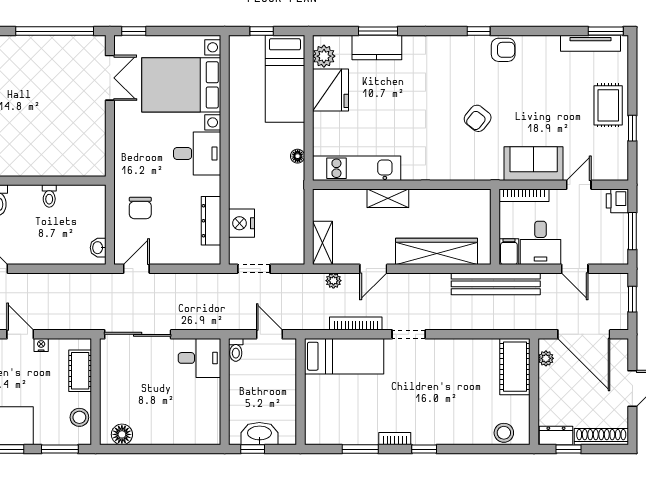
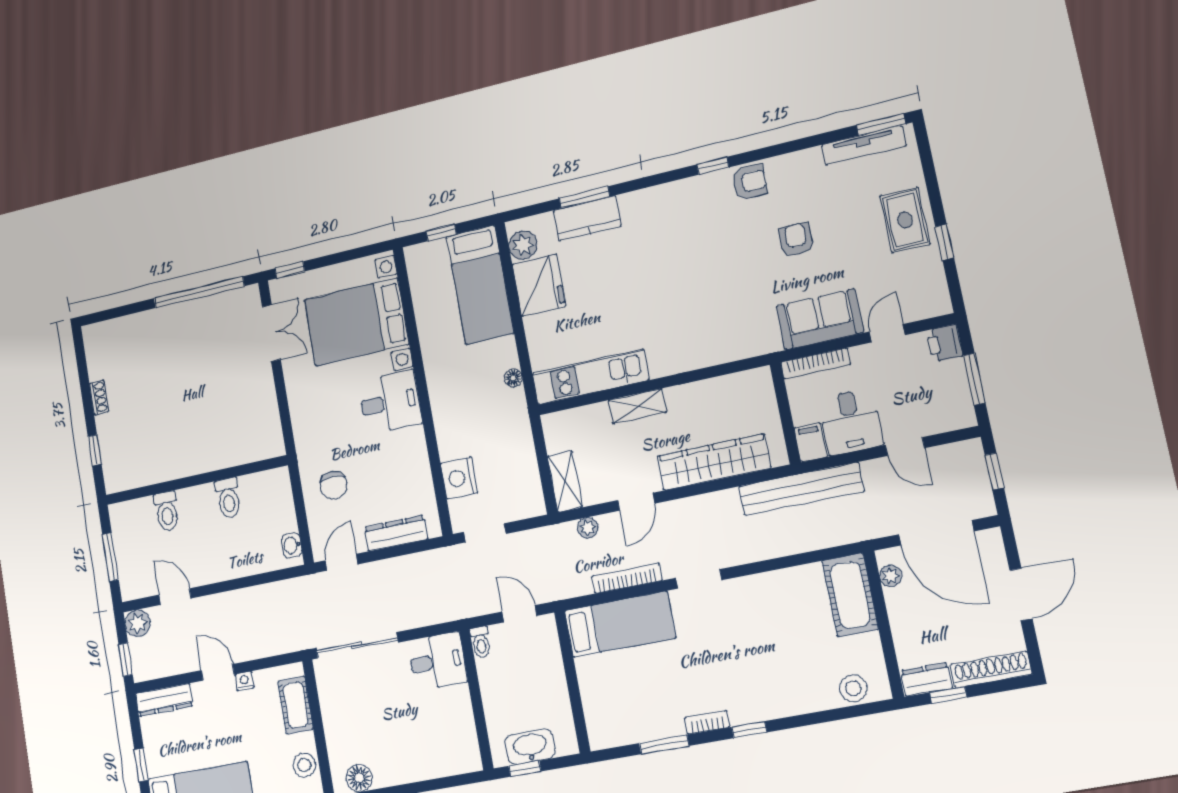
armchair: (478, 118) -> (796, 240), moved, turned 141
toilet: (49, 196) -> (228, 498), width x1.37, depth x1.39
dresser: (211, 221) -> (396, 533), moved, turned 90

